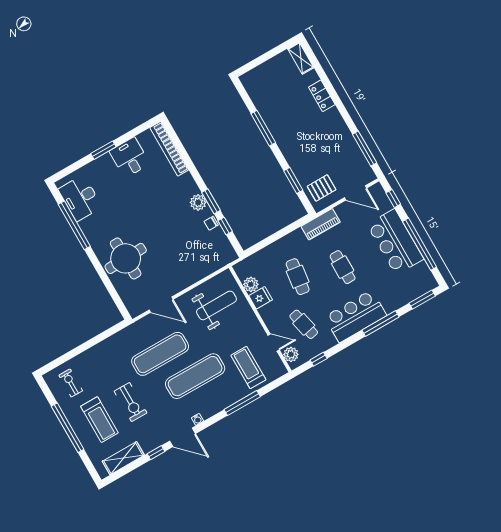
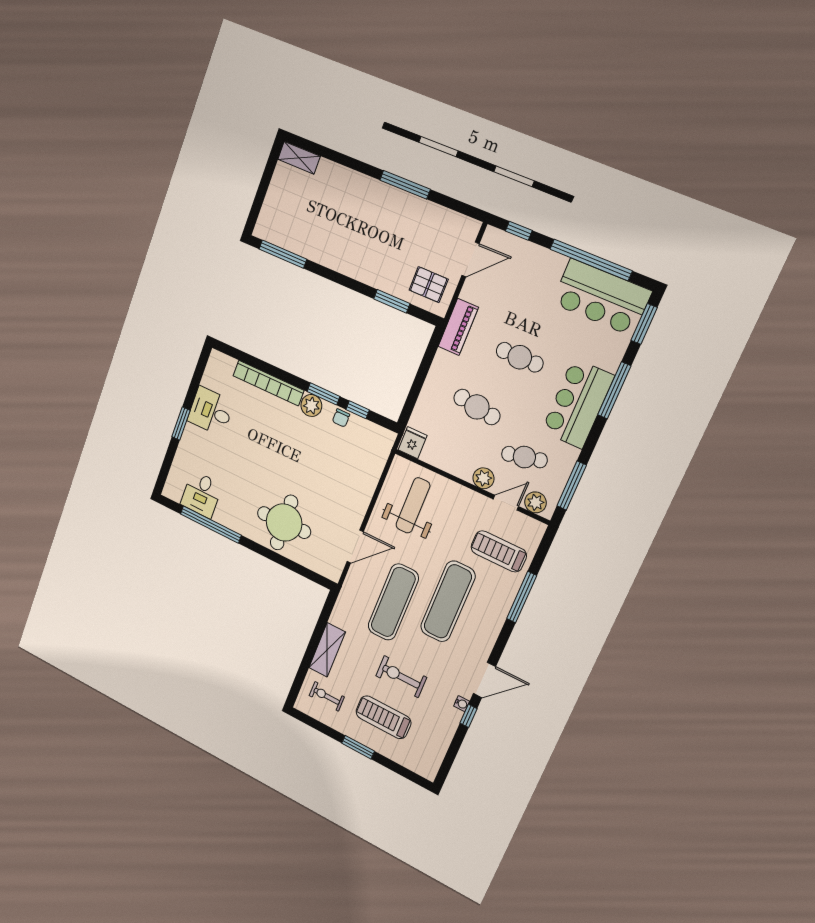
locker: (322, 96) -> (352, 180), removed
window: (263, 128) -> (283, 254), moved
bookcase: (169, 149) -> (268, 383), moved
window: (365, 149) -> (405, 185), moved
pallet: (322, 188) -> (429, 285), turned 90
desk: (80, 198) -> (201, 494), width x0.73
bar counter: (395, 242) -> (601, 297), moved
plant: (251, 284) -> (483, 478), moved
fridge: (261, 298) -> (413, 443), moved
window: (319, 359) -> (572, 486), width x2.17
exercise bike: (131, 402) -> (401, 677), turned 180
water cooler: (197, 419) -> (462, 704), moved
treadmill: (99, 420) -> (383, 717), turned 180
window: (68, 428) -> (358, 747), width x0.47
shelving: (123, 458) -> (327, 650), moved

